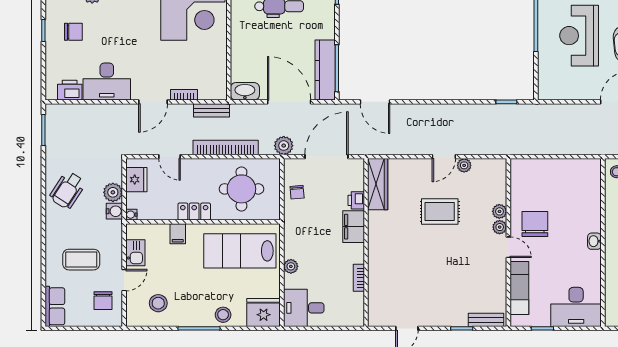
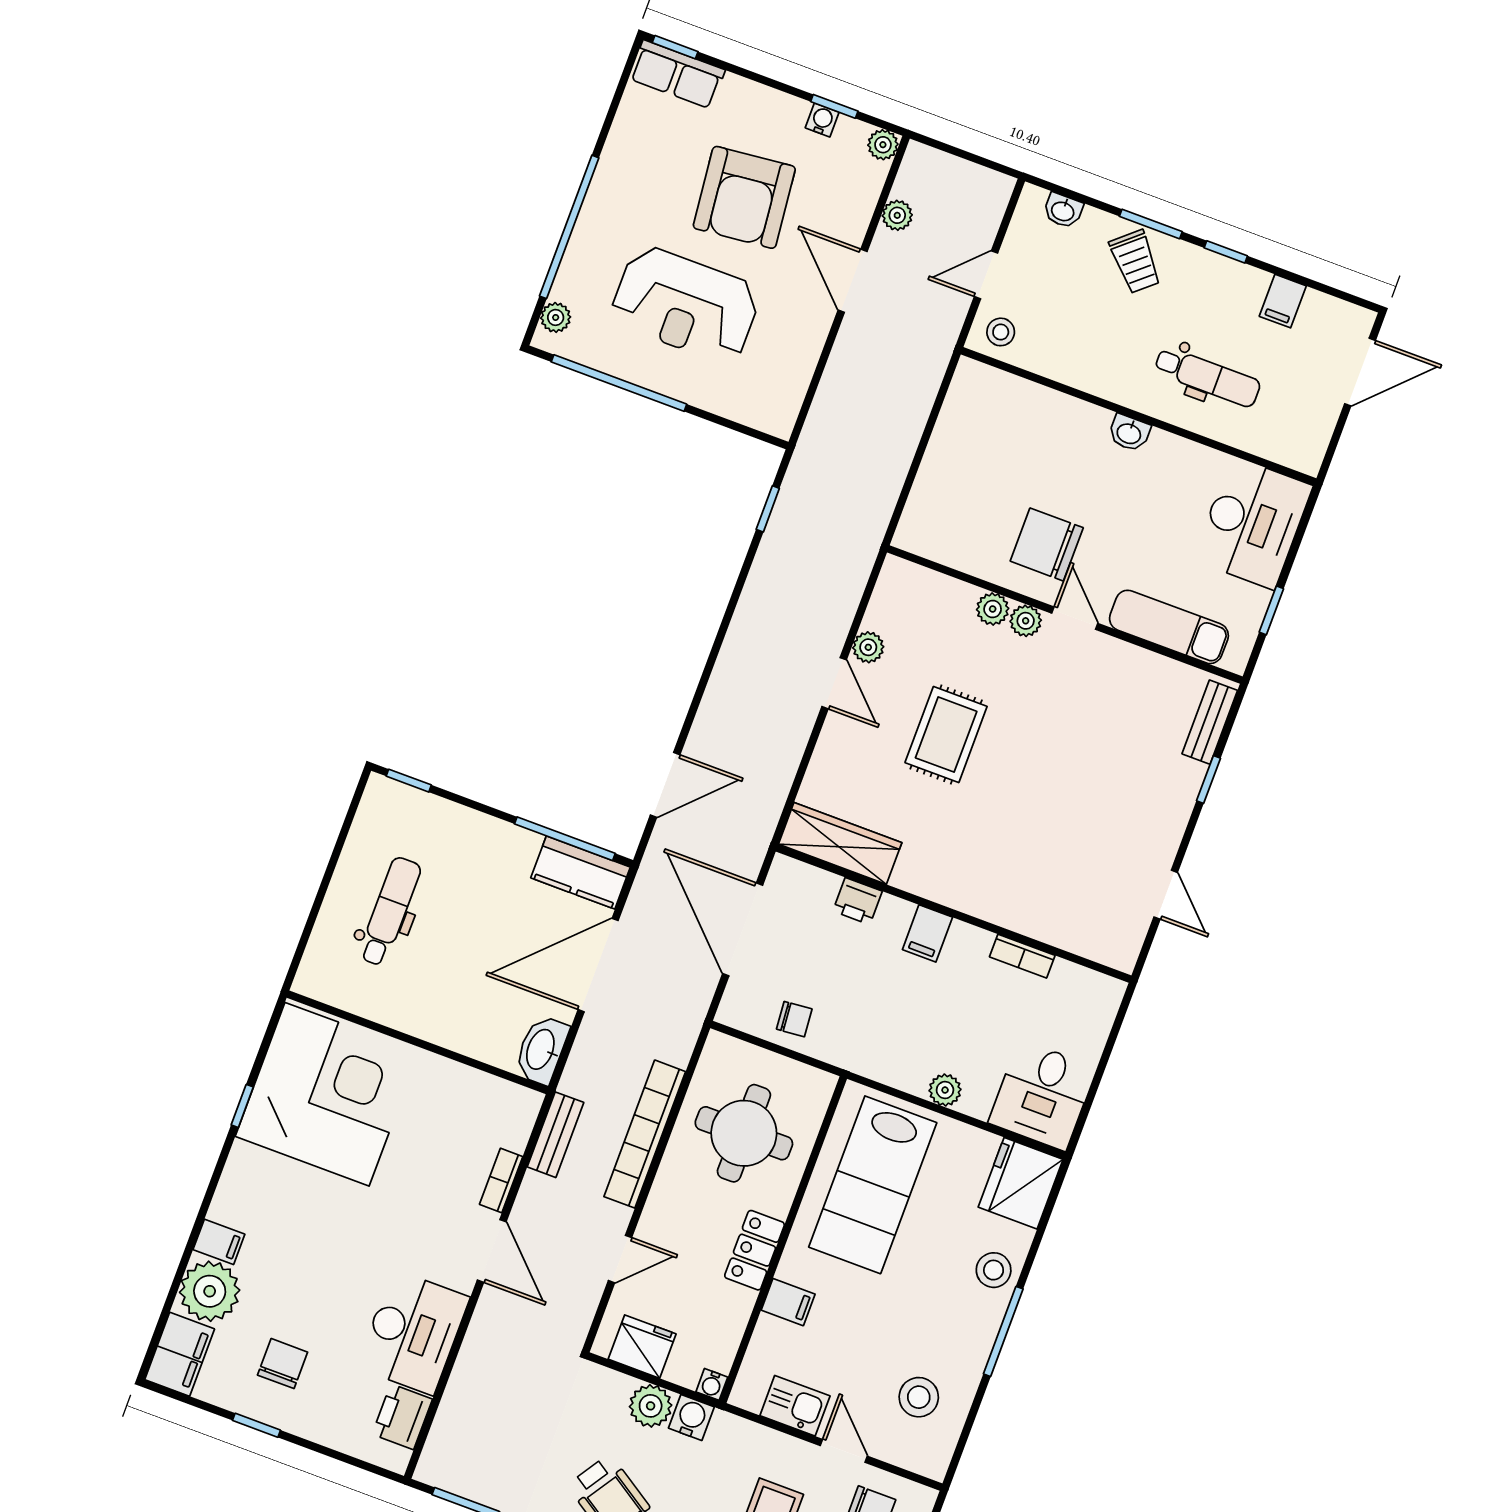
kitchen counter: (325, 70) -> (581, 873), width x0.67
plant: (284, 146) -> (686, 1011), removed
filing cabinet: (354, 227) -> (927, 933), width x0.50
door: (508, 247) -> (1075, 618), hinge flipped

